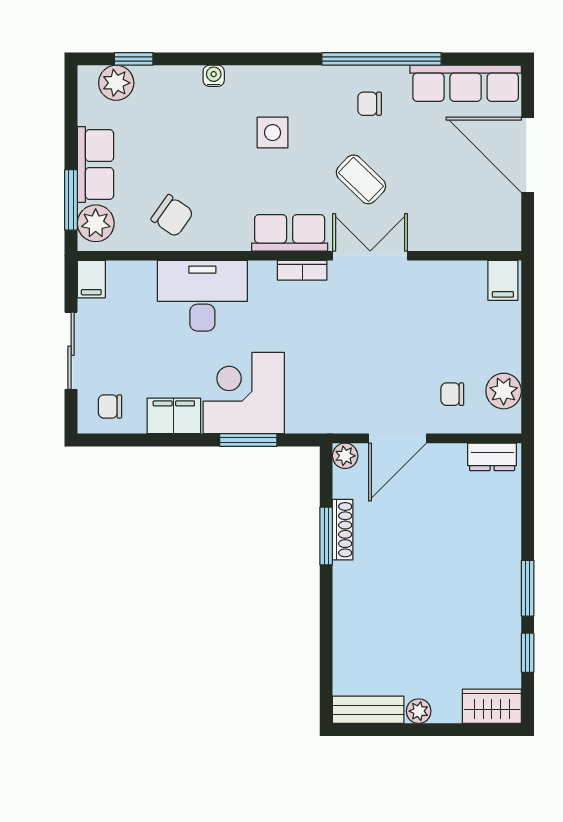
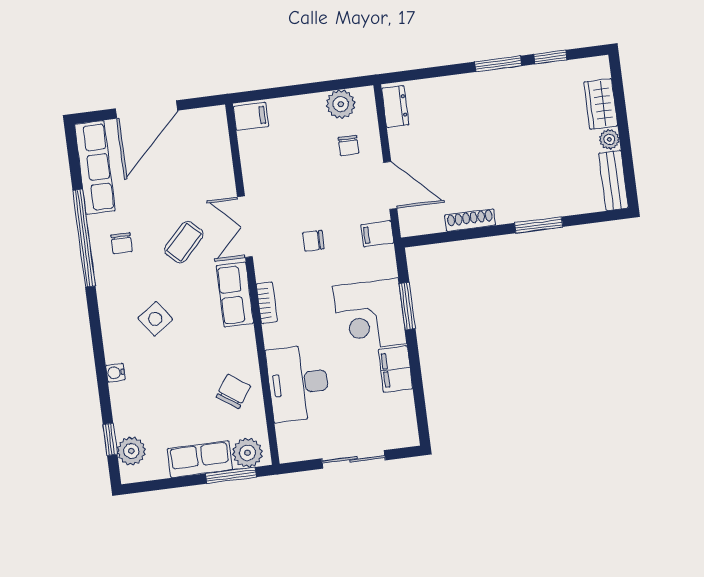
side table: (273, 133) -> (155, 319), turned -35
bookcase: (302, 270) -> (267, 303), moved
filing cabinet: (91, 279) -> (377, 234), moved, turned 180
desk: (202, 296) -> (298, 383), moved
chair: (110, 406) -> (313, 241), moved, turned 90
plant: (345, 456) -> (410, 226), removed
window: (326, 536) -> (539, 225), moved
wardrobe: (492, 706) -> (601, 104), moved

